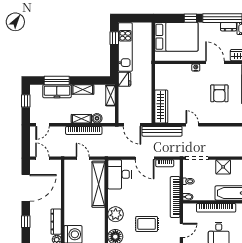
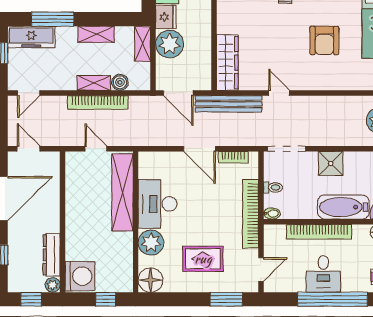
freezer: (57, 91) -> (31, 37), moved
plant: (127, 95) -> (170, 44), added
desk: (119, 174) -> (158, 204), moved

